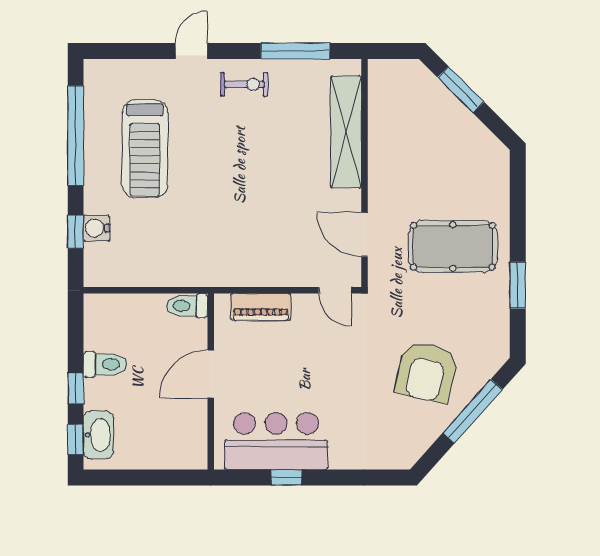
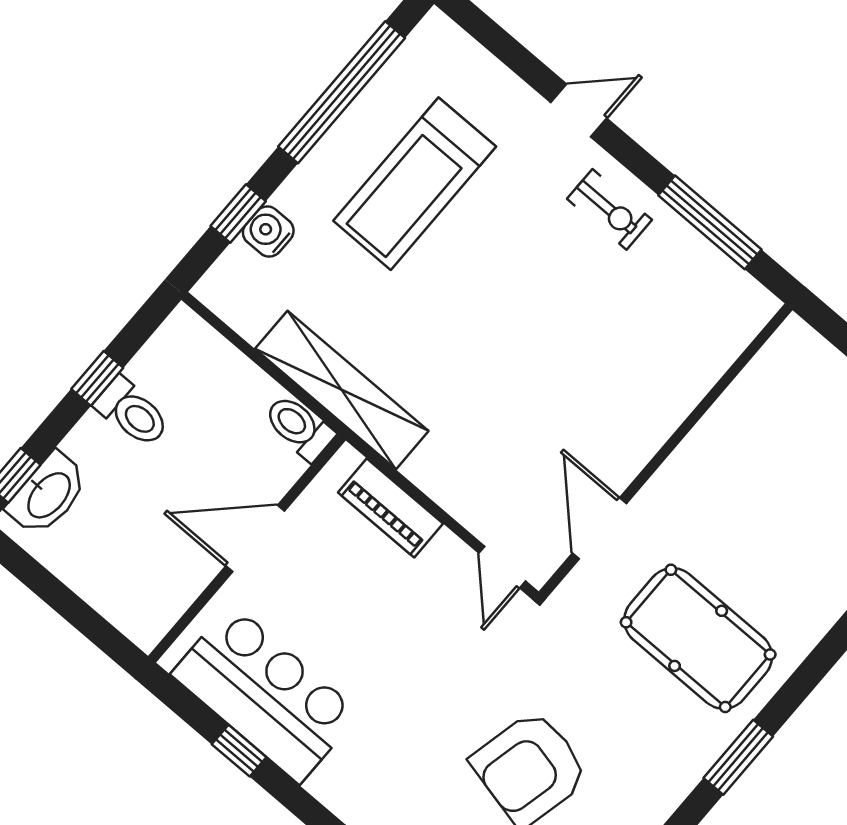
shelving: (346, 132) -> (342, 390), moved, turned 90
window: (76, 388) -> (97, 378), moved

